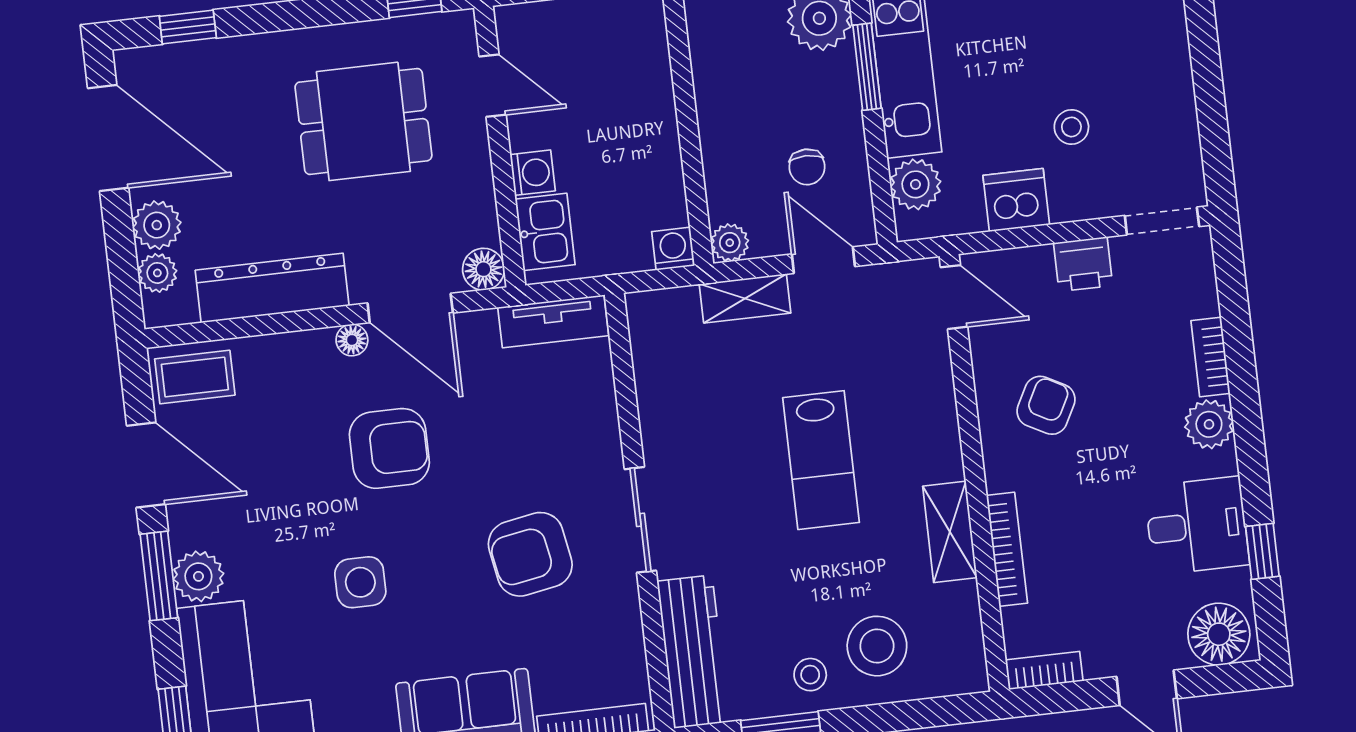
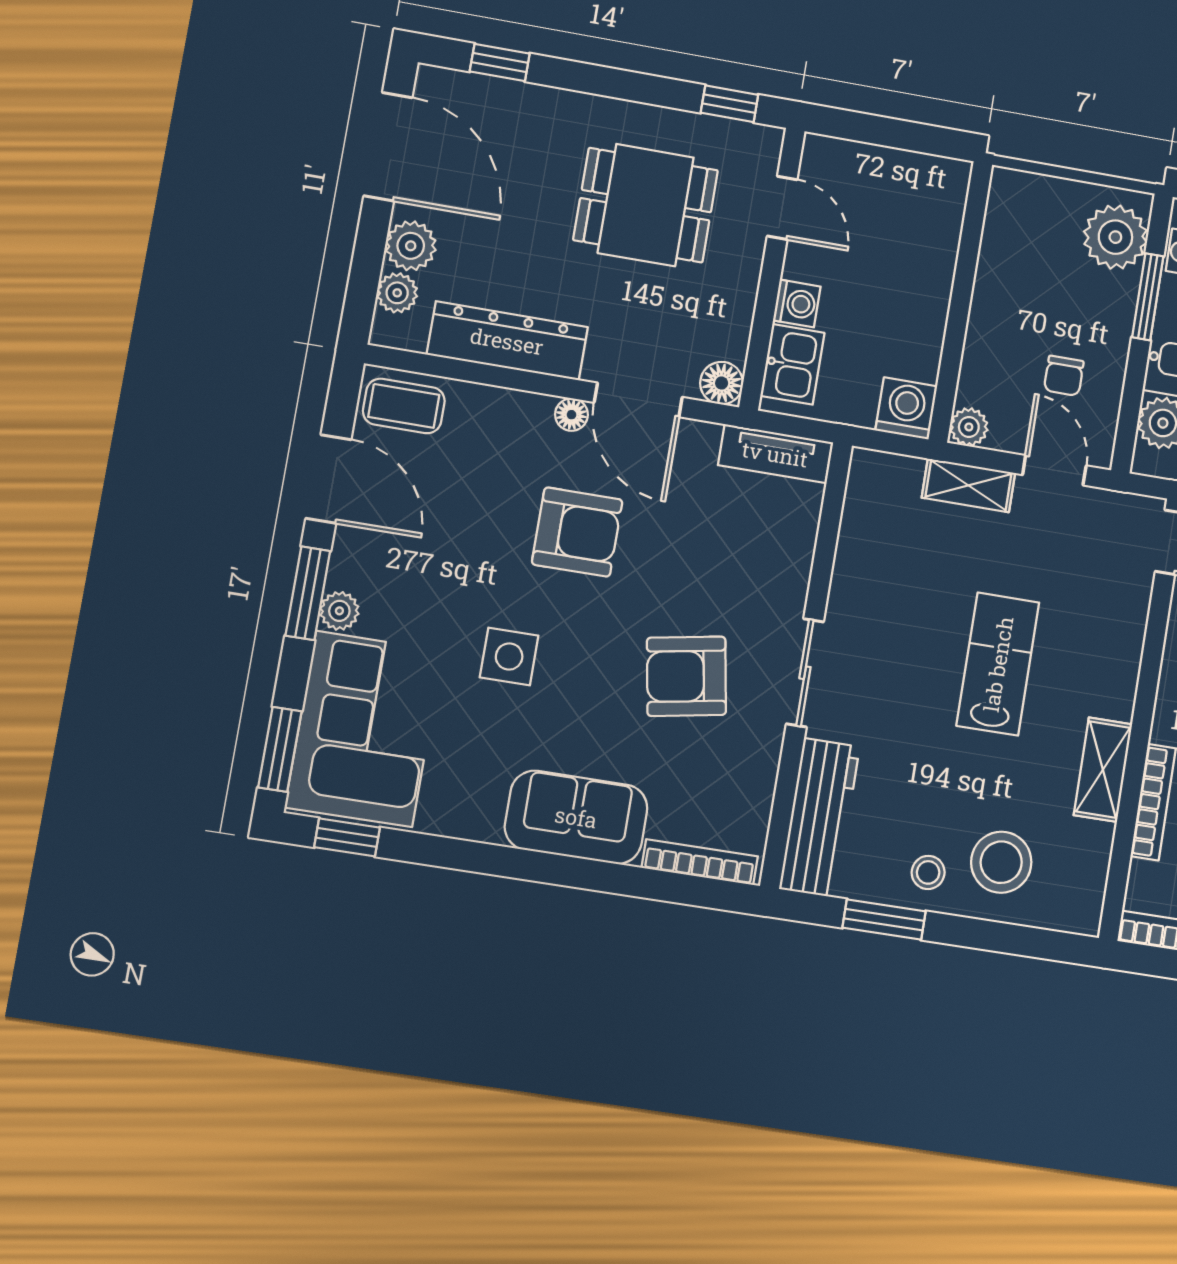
washing machine: (673, 249) -> (906, 408), width x1.38, depth x1.38
lab bench: (821, 460) -> (998, 664), turned 180
plant: (198, 576) -> (339, 611), width x0.73, depth x0.73

